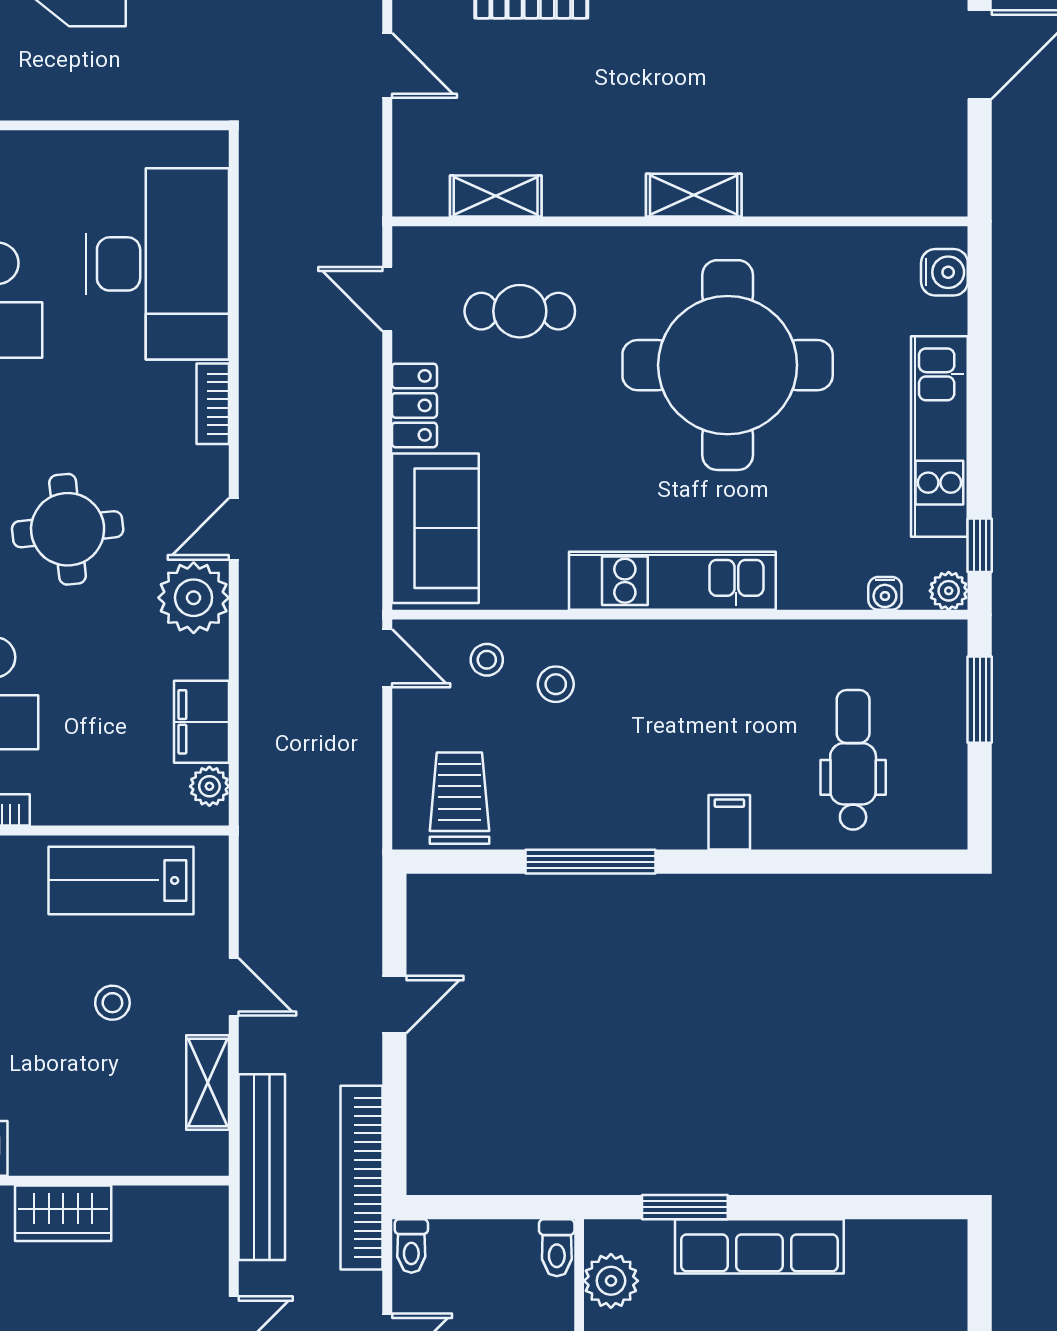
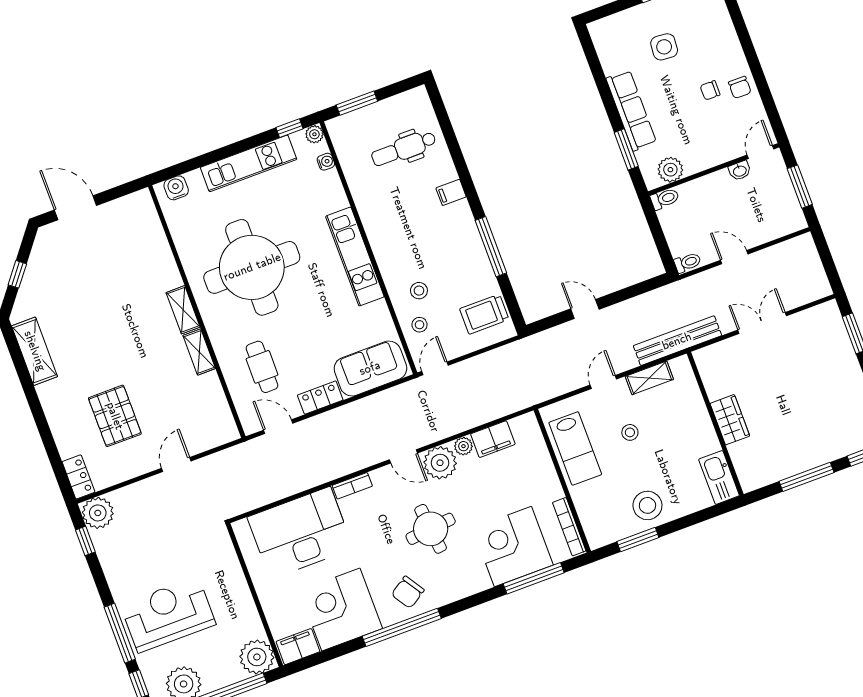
shelving: (496, 196) -> (199, 352), moved
door: (387, 299) -> (278, 427), swing flipped
plant: (209, 786) -> (463, 446), moved
bookcase: (362, 1178) -> (666, 295), removed

